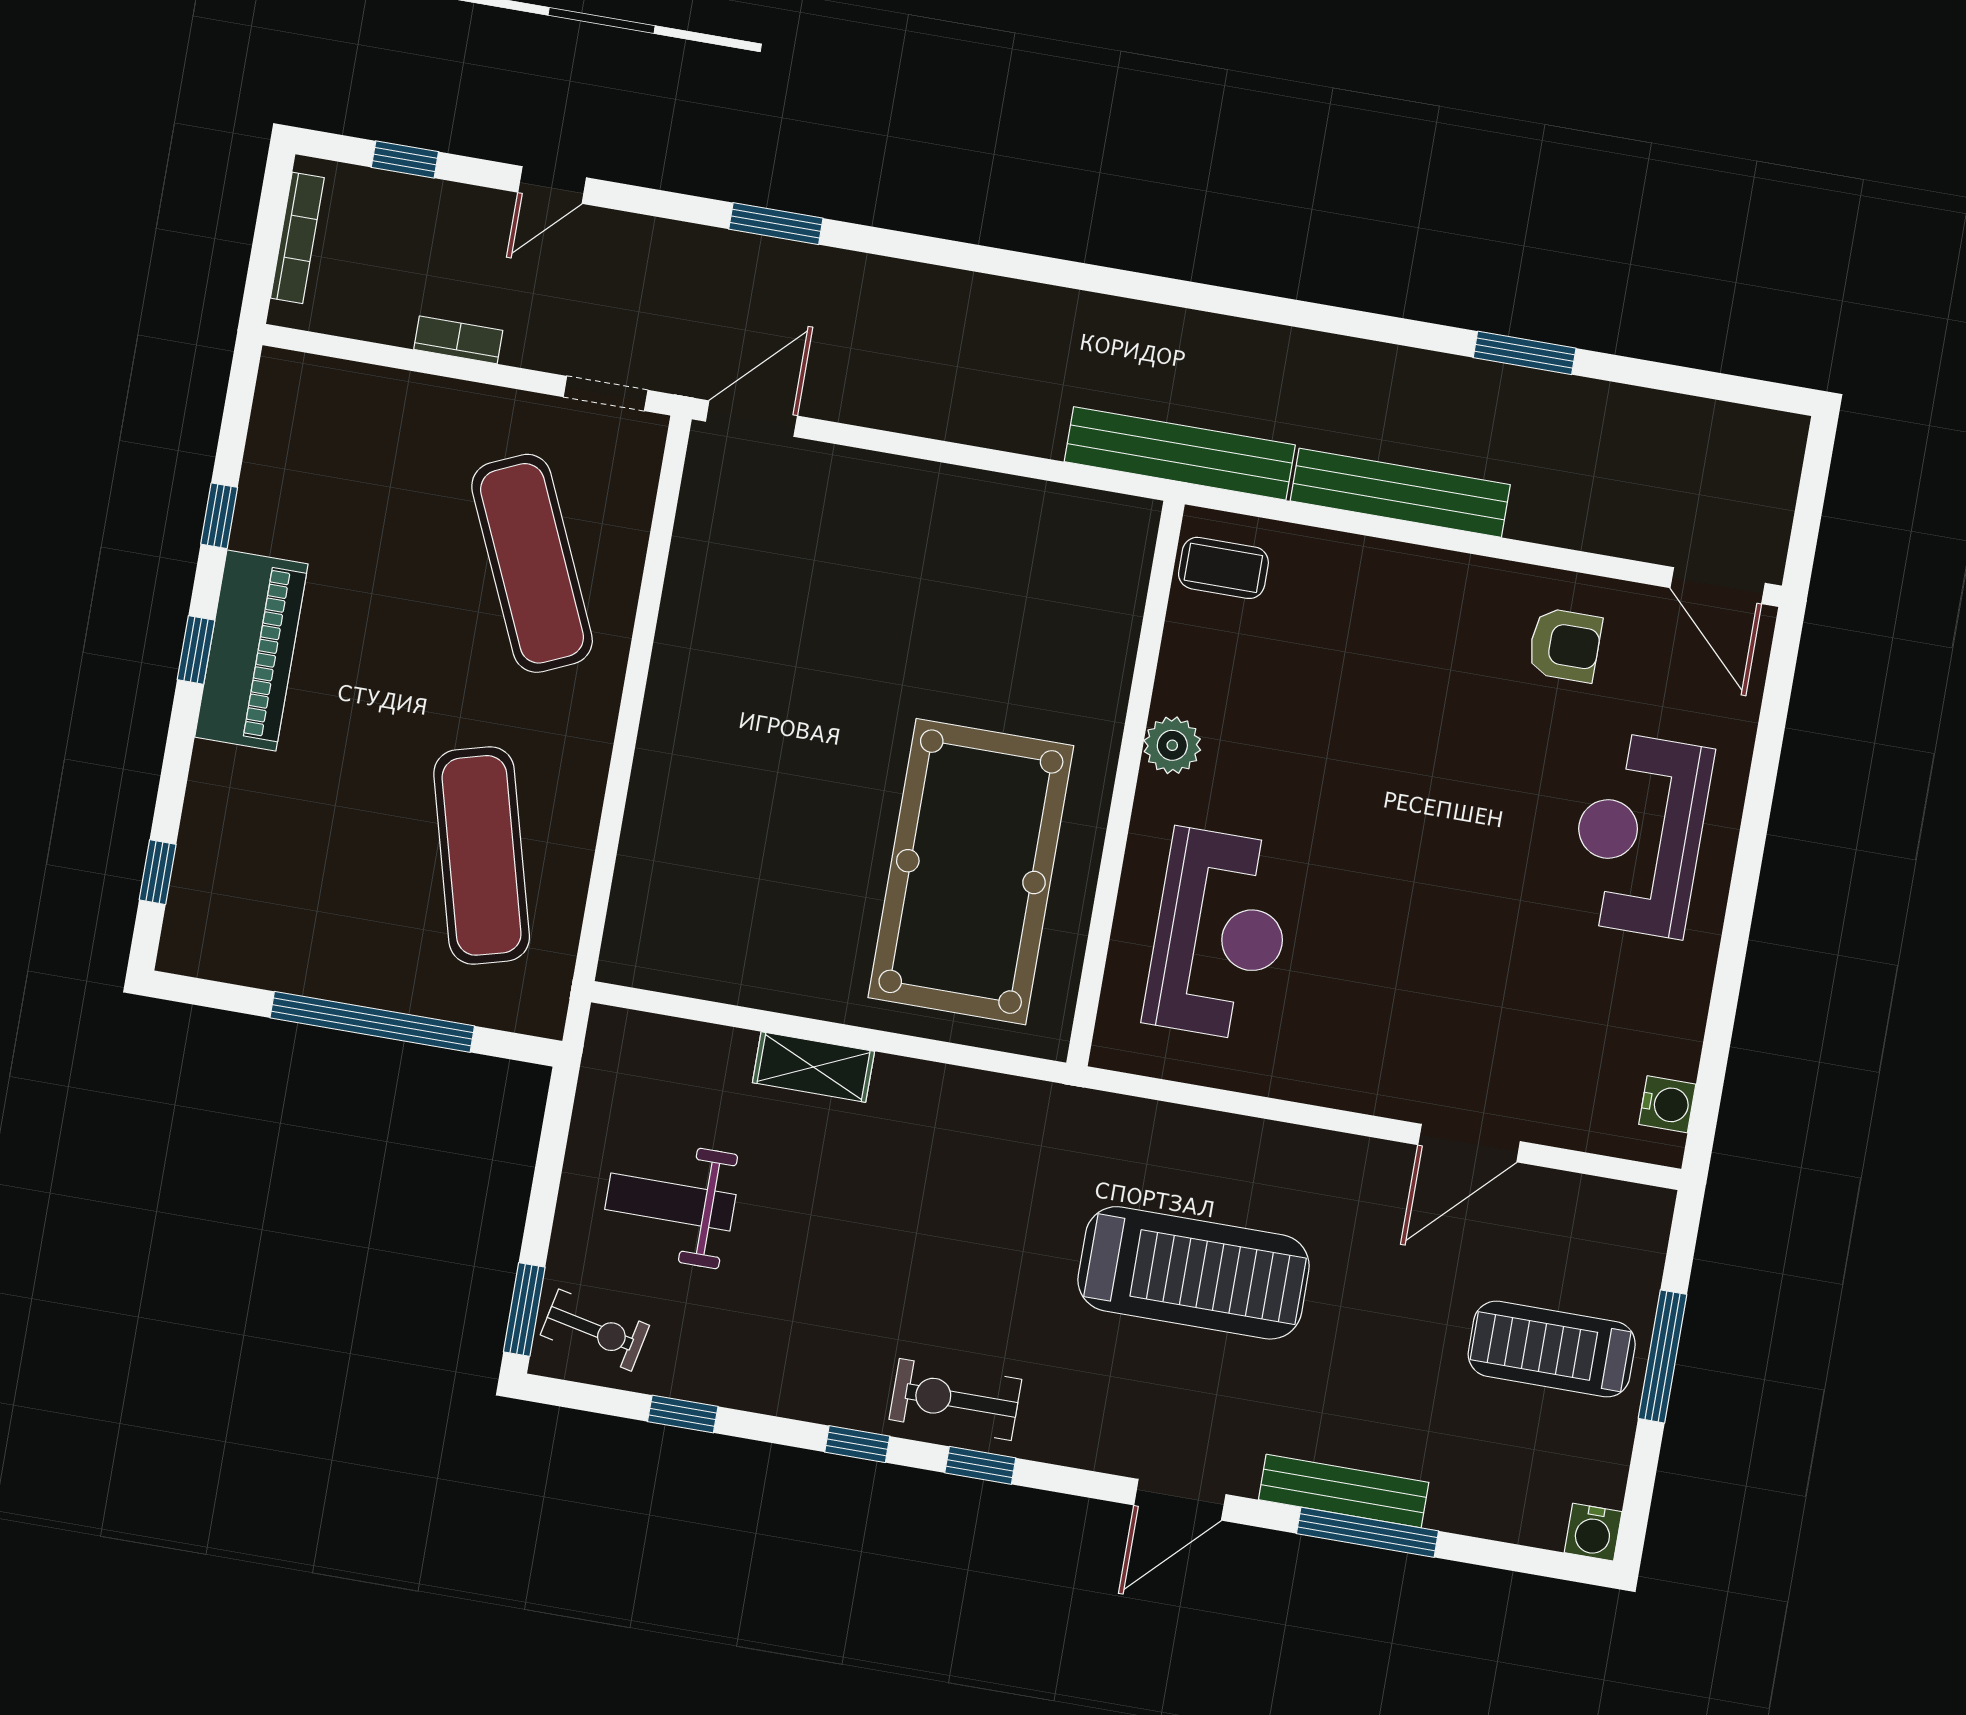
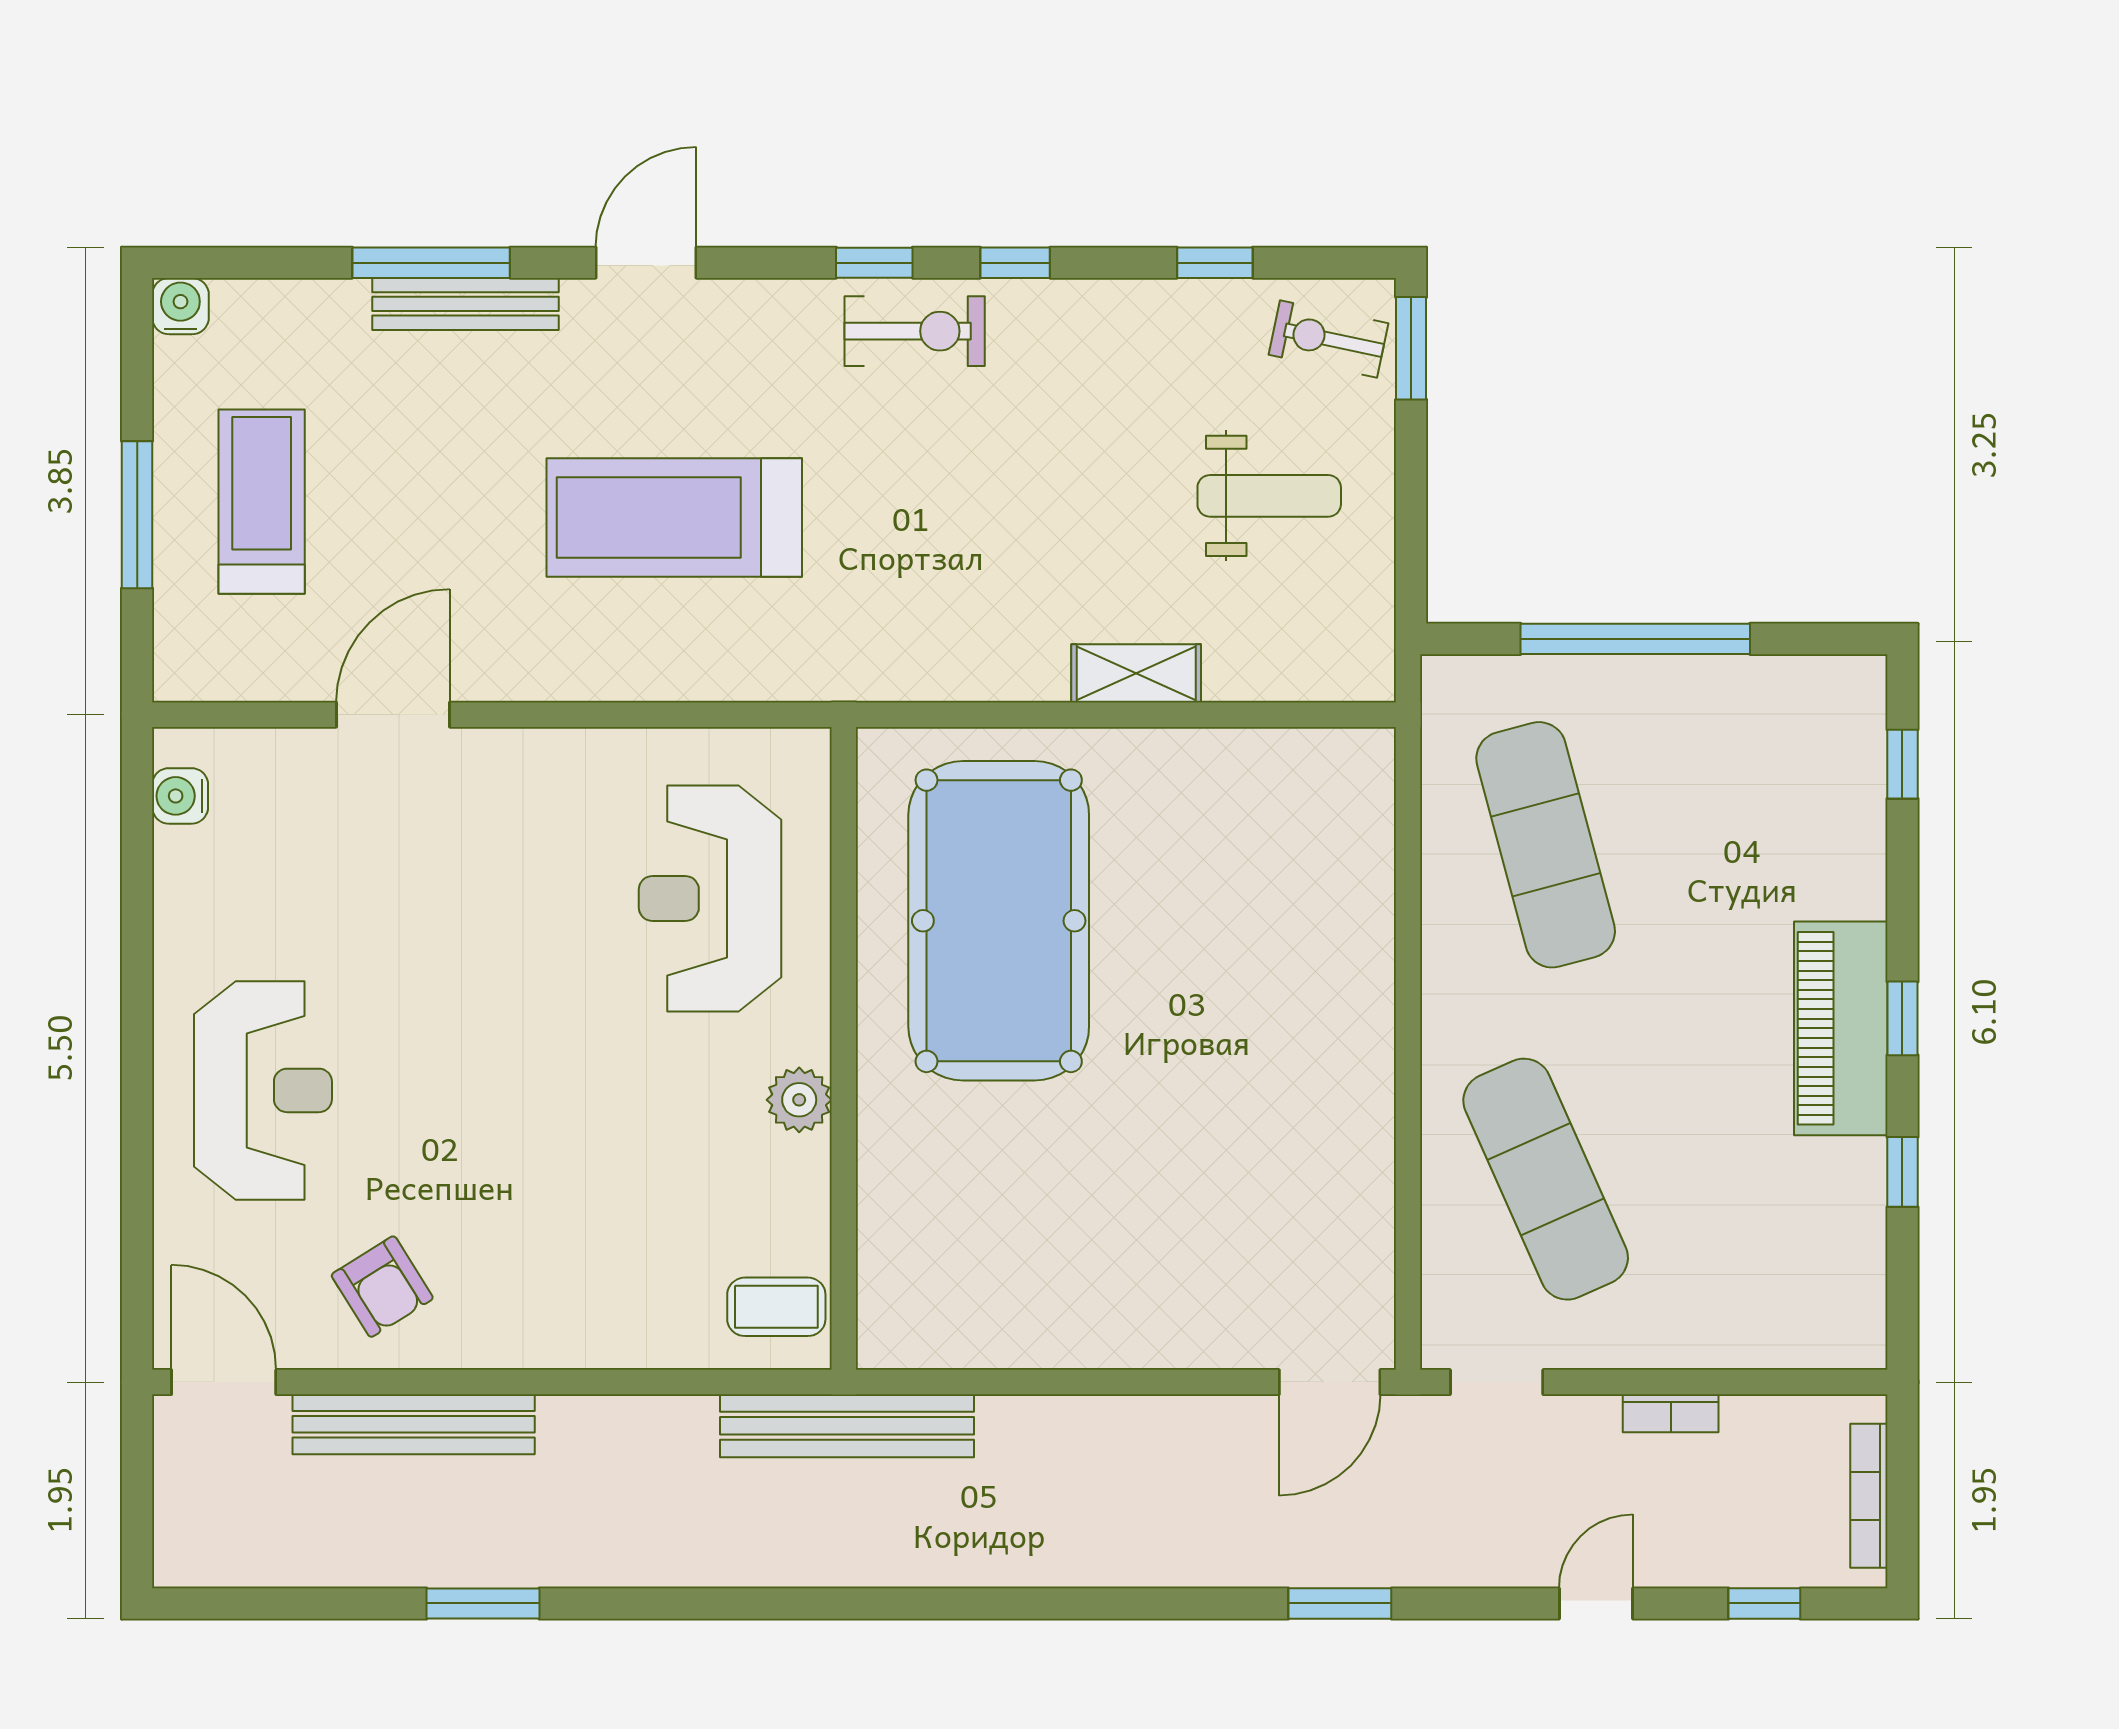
bench: (1400, 493) -> (414, 1424), moved
armchair: (1565, 645) -> (382, 1287), turned -122
treadmill: (1552, 1349) -> (262, 502), turned -90

